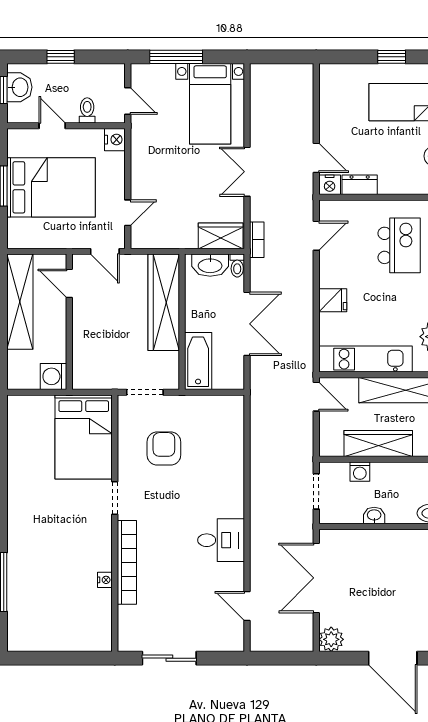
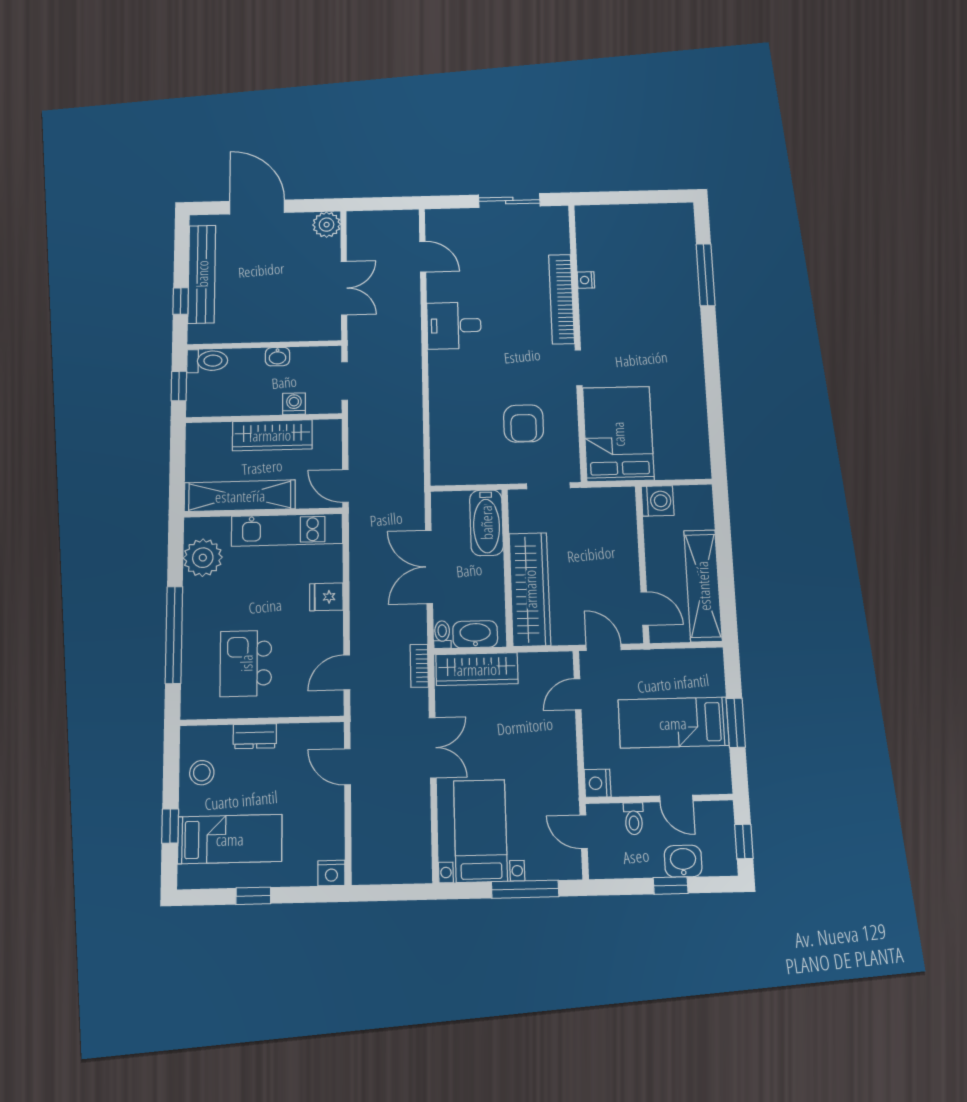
washbasin: (19, 87) -> (683, 861), moved, turned 90
nightstand: (330, 185) -> (331, 873), moved, turned 180
dresser: (360, 185) -> (255, 736), moved
bed: (51, 187) -> (673, 723), width x0.67
wardrobe: (221, 236) -> (477, 669), width x1.50
double door: (316, 578) -> (344, 288), width x0.73

